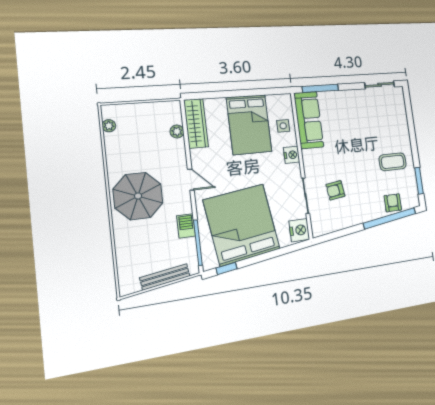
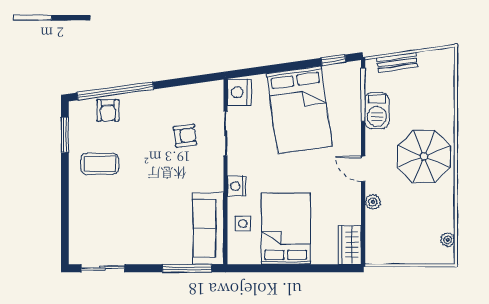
wardrobe: (196, 123) -> (350, 245), width x0.67
plant: (177, 131) -> (373, 202), moved
bed: (242, 225) -> (299, 110), width x0.73
barbecue: (186, 226) -> (377, 111), width x1.38, depth x1.27
bench: (165, 277) -> (397, 63), width x0.73

